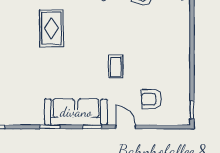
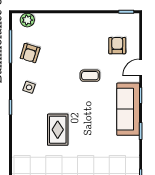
rug: (51, 28) -> (58, 130), turned 90
armchair: (152, 99) -> (117, 46), turned 180

